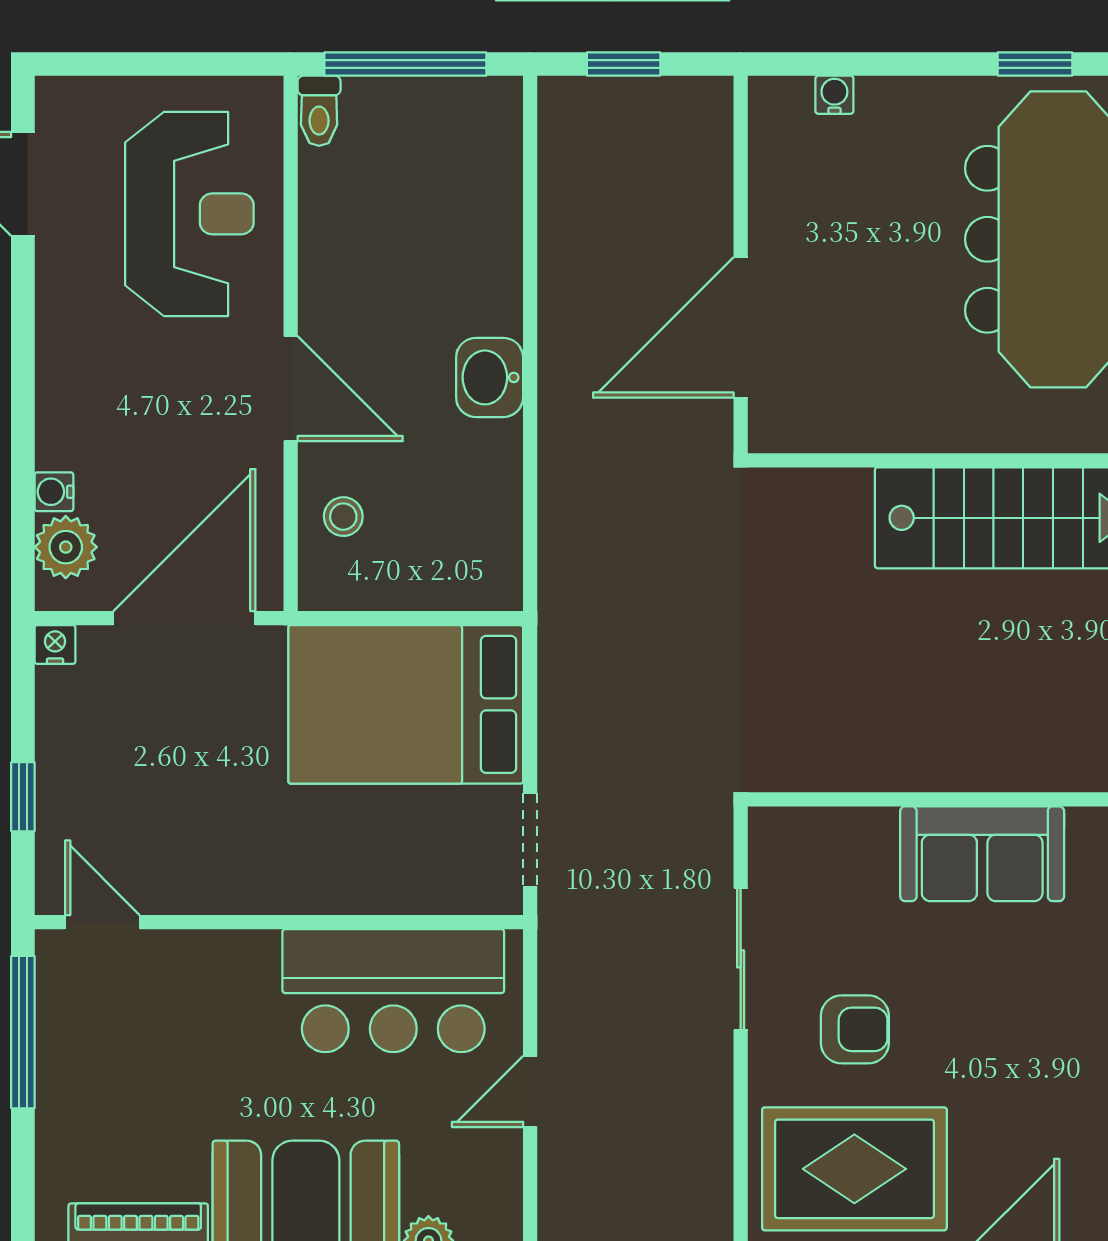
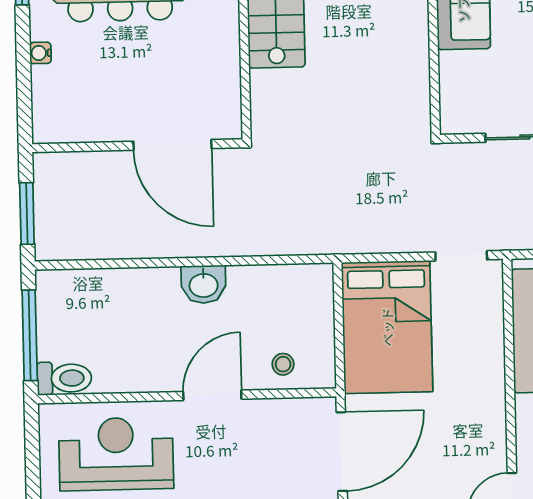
window: (624, 64) -> (27, 214), width x1.50
water cooler: (834, 95) -> (40, 53), moved
toilet: (319, 111) -> (64, 378), width x1.37, depth x1.39
door: (184, 618) -> (342, 452), swing flipped

